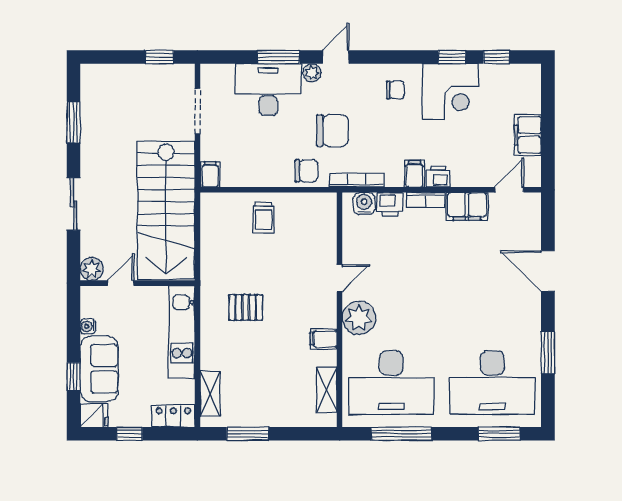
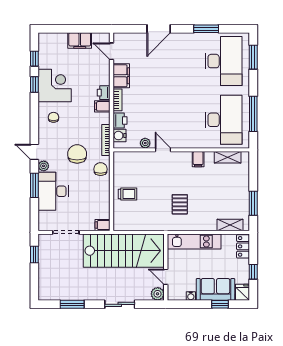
plant: (359, 318) -> (145, 143), moved, width x0.53, depth x0.53

